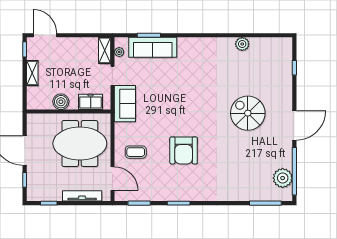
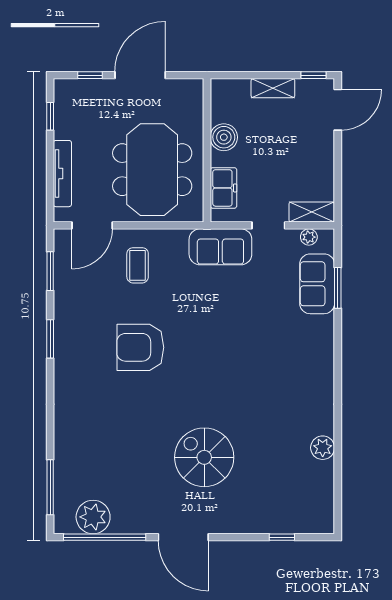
sofa: (153, 47) -> (317, 284), width x0.73
spiral stairs: (248, 113) -> (204, 457), turned -90

